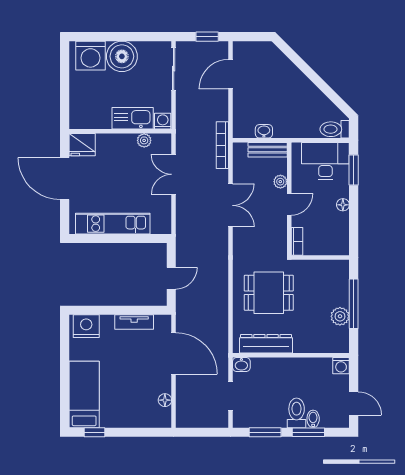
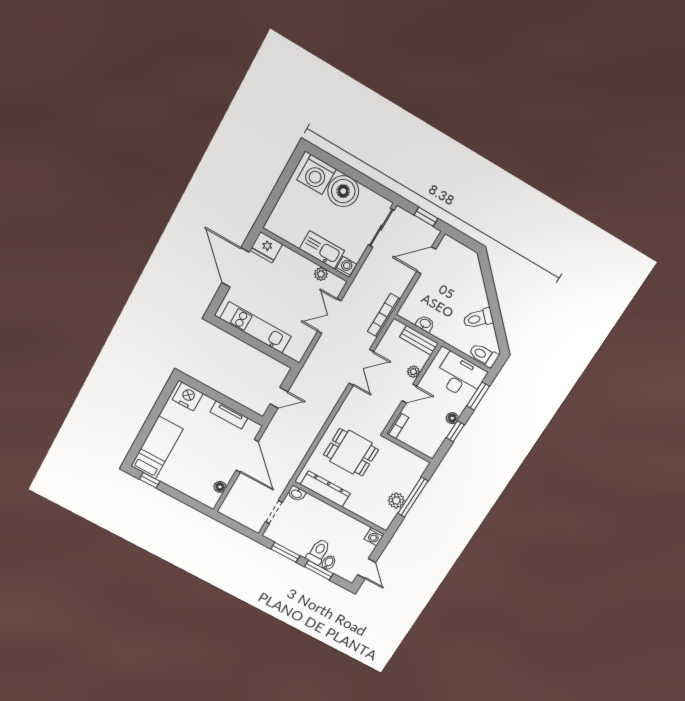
toilet: (309, 99) -> (478, 319), added
window: (354, 216) -> (455, 431), added

